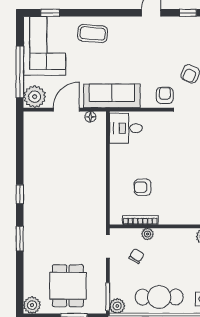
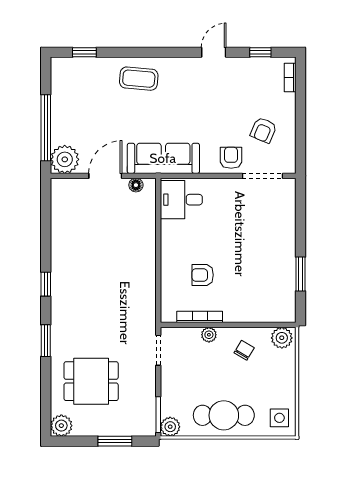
corner sofa: (45, 46) -> (77, 95), removed
chair: (136, 256) -> (244, 350), moved
dining table: (68, 286) -> (91, 381), moved, turned 90

